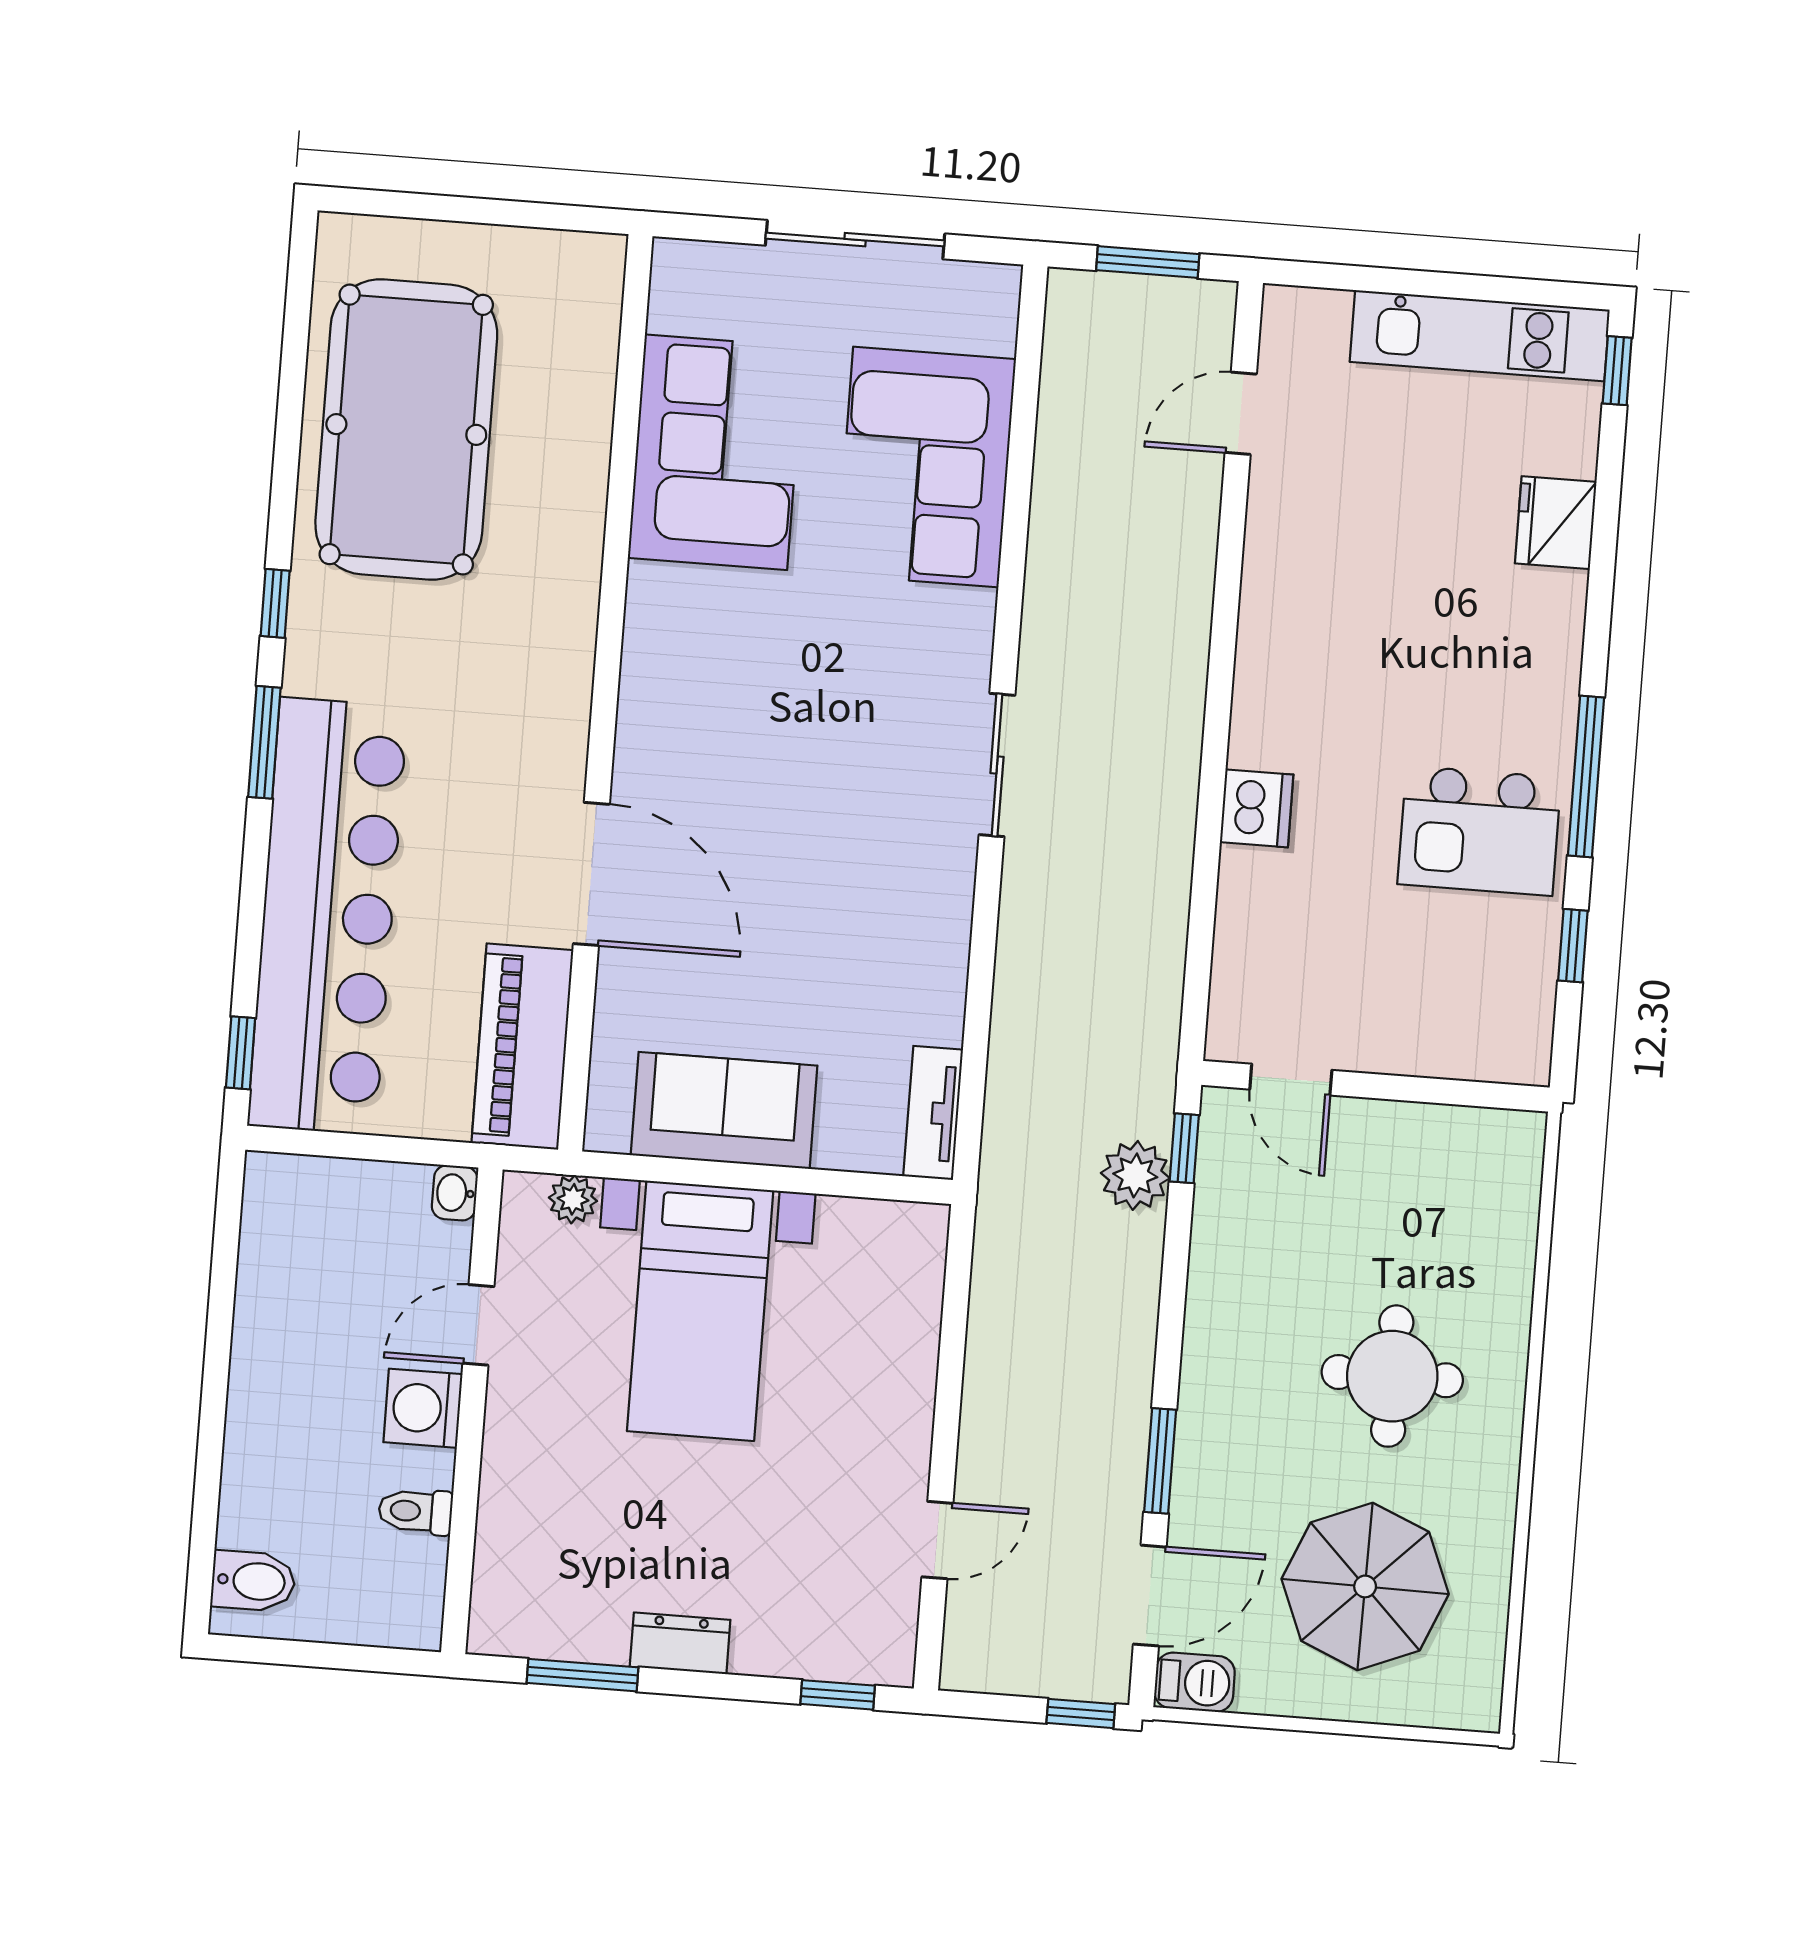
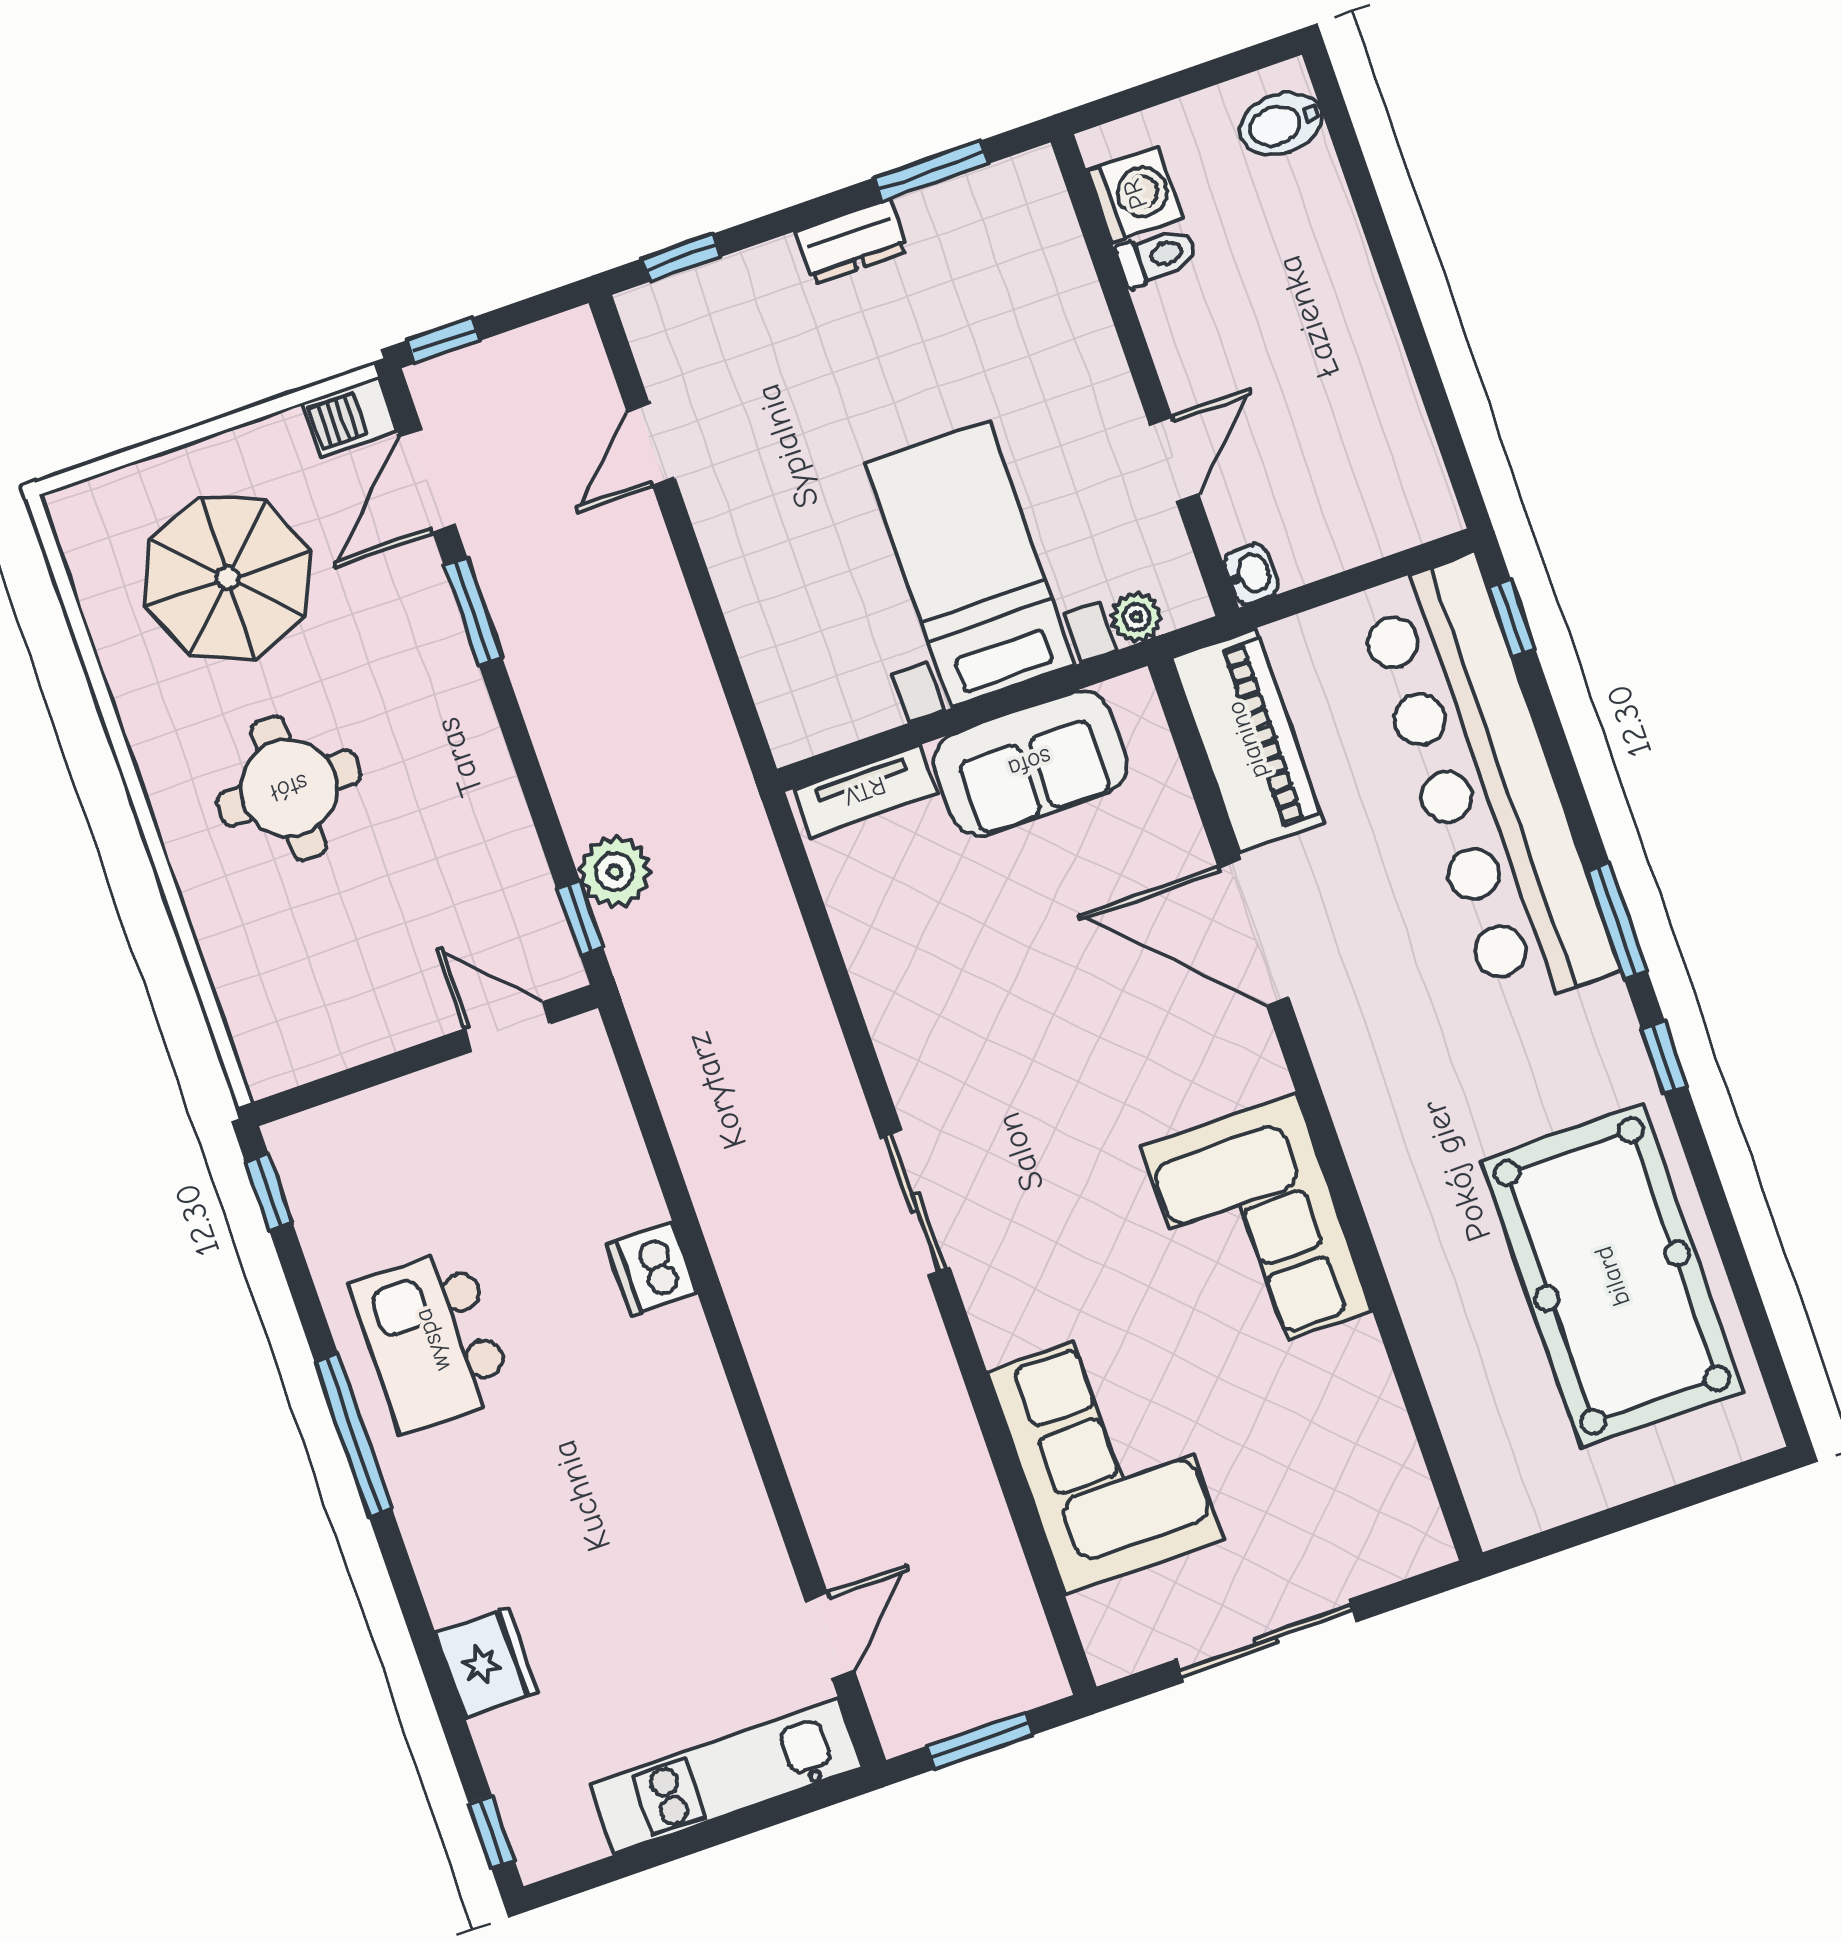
kitchen unit: (1480, 336) -> (726, 1776), moved
corner sofa: (716, 452) -> (1256, 1229), moved
kitchen island: (1479, 831) -> (432, 1340), turned -90
window: (1573, 946) -> (269, 1192), moved
tv unit: (933, 1113) -> (865, 791), moved, turned 90
washing machine: (423, 1408) -> (1135, 194), moved

